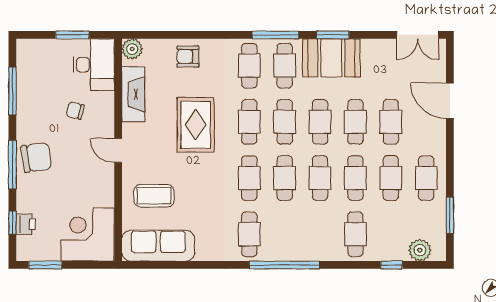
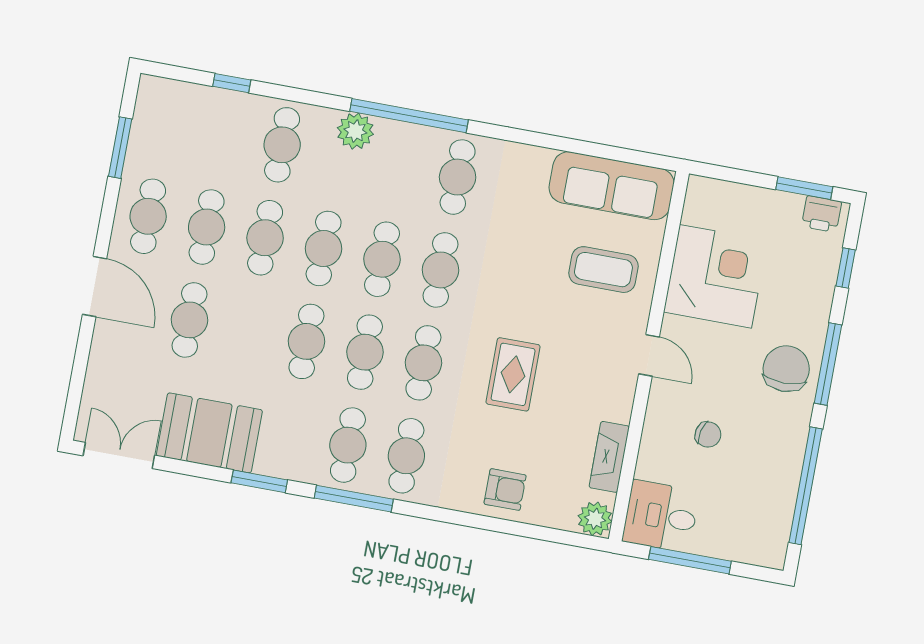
window: (72, 35) -> (690, 560), width x1.44
booth: (331, 58) -> (209, 433), moved
desk: (94, 65) -> (661, 516), width x0.73
window: (12, 91) -> (806, 486), width x1.46
fireplace: (133, 94) -> (609, 457), width x0.73, depth x0.76
door: (450, 101) -> (95, 286), moved
cafe table: (355, 122) -> (248, 331), removed
rug: (196, 125) -> (513, 374), width x0.73, depth x0.70
chair: (36, 157) -> (786, 369), turned 98
printer: (26, 224) -> (822, 214), moved, turned -90
corner desk: (87, 235) -> (715, 276), moved, turned -90
plant: (420, 250) -> (355, 131), moved

